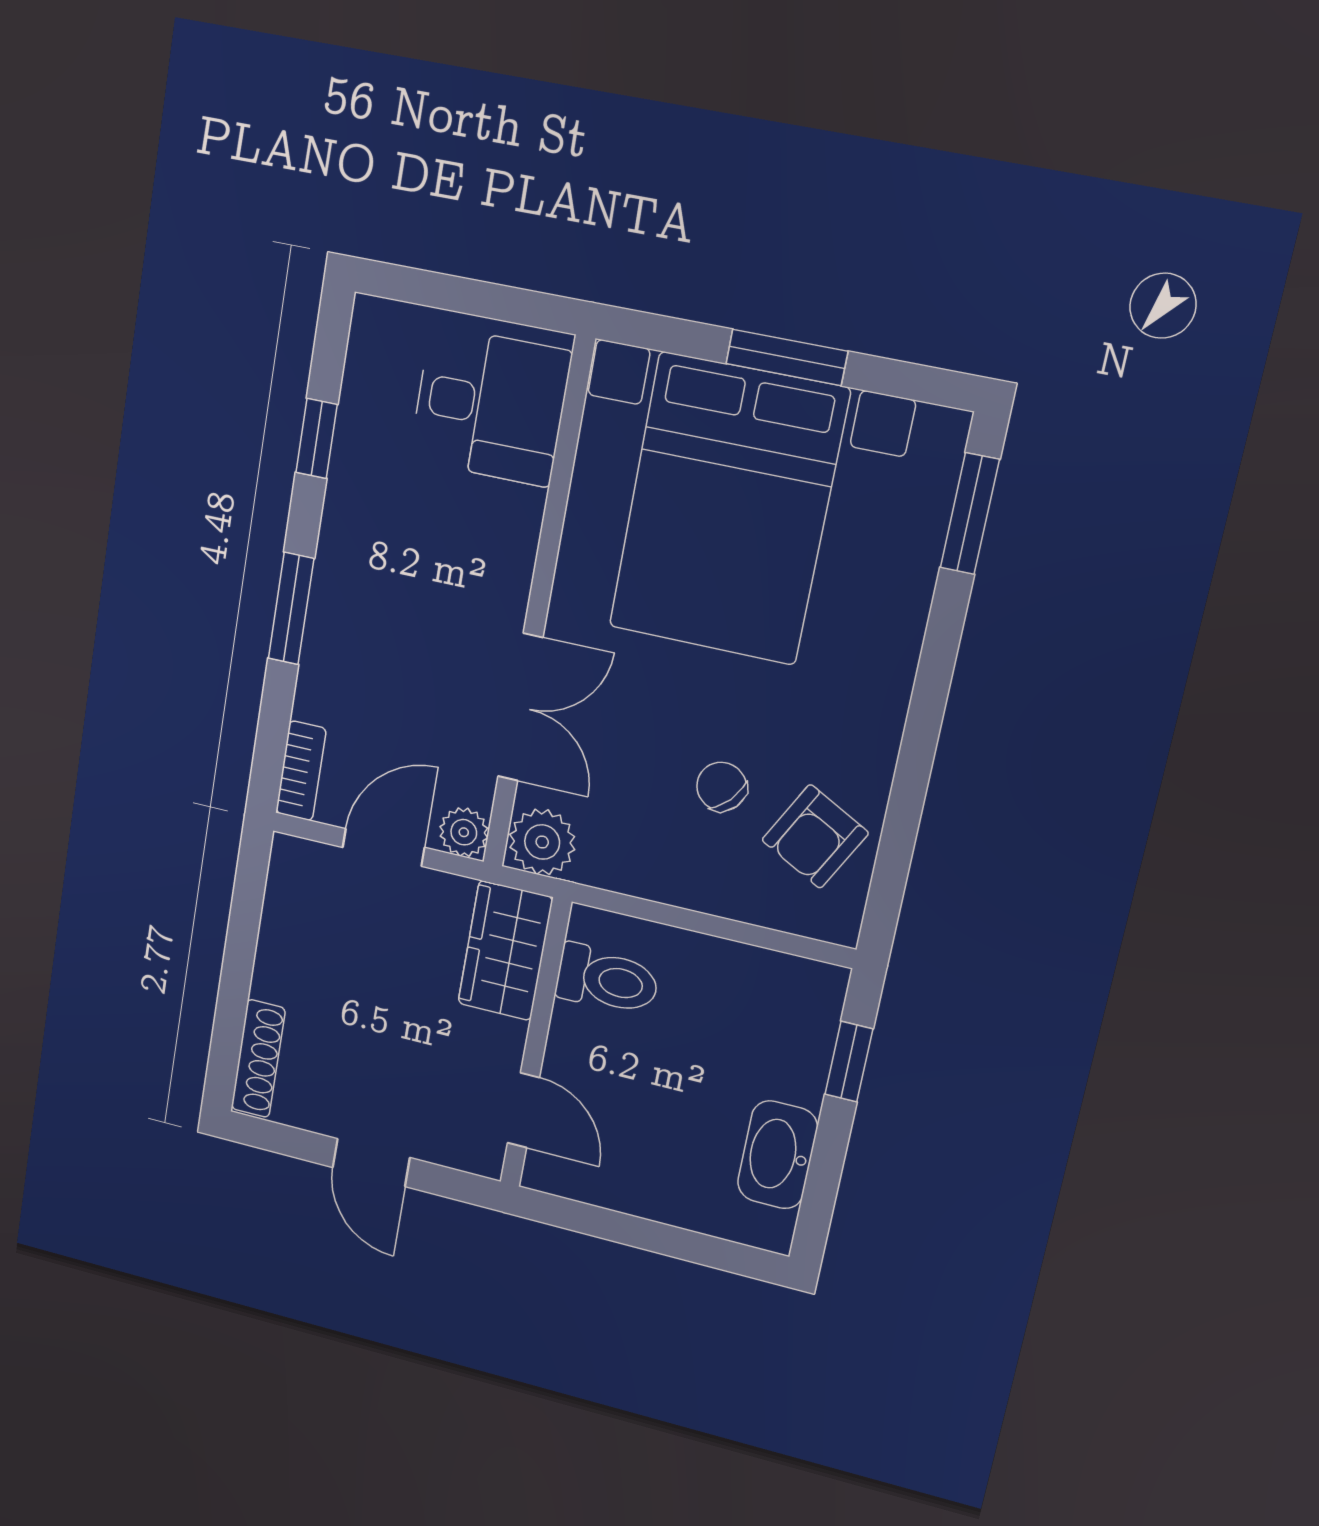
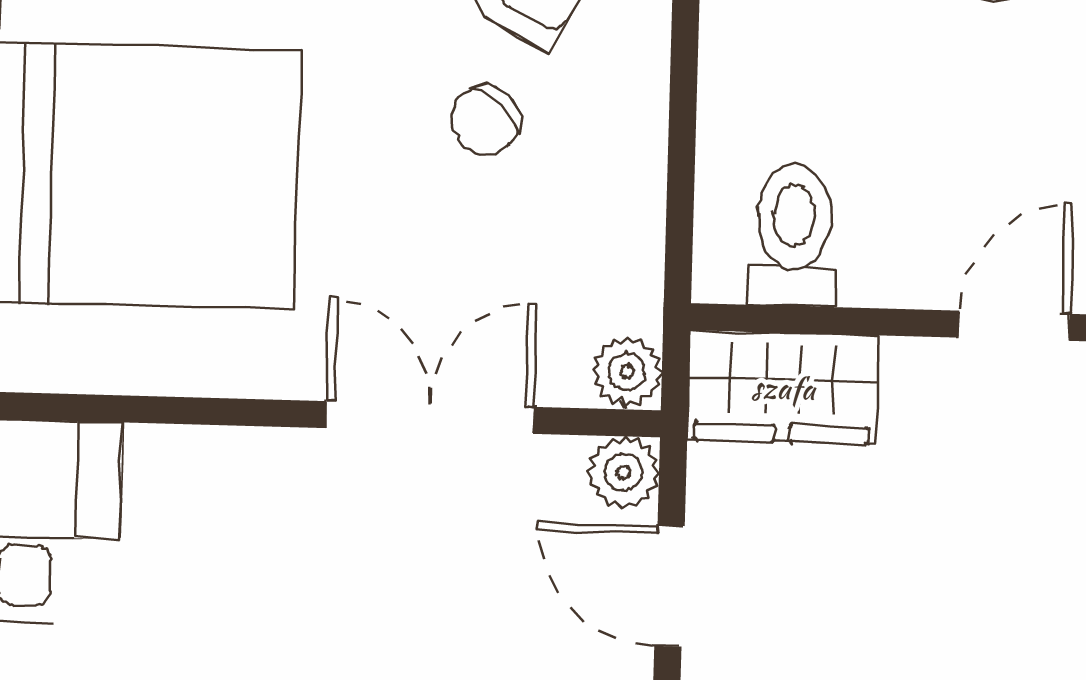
plant: (542, 842) -> (627, 371), width x0.73, depth x0.73

